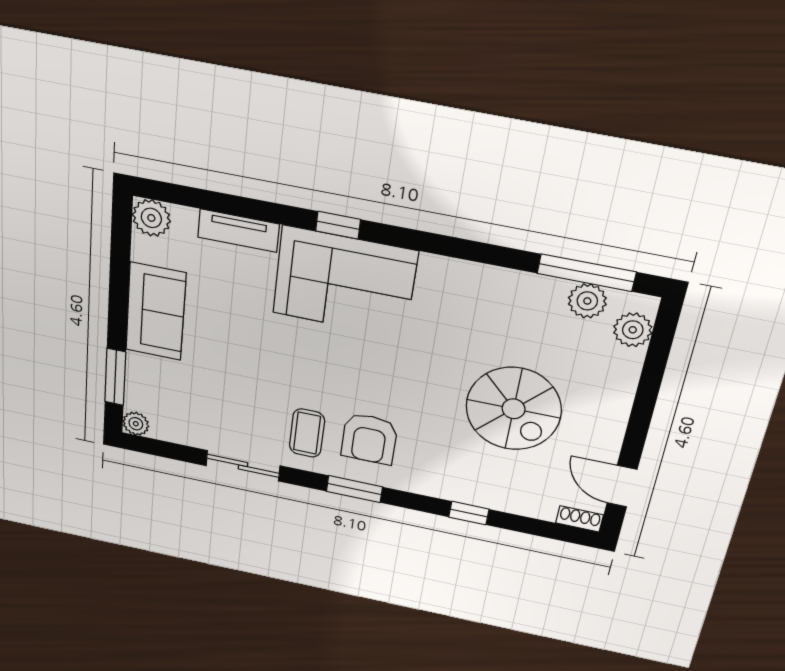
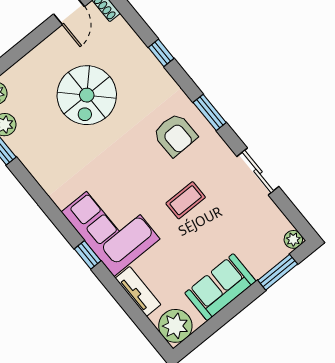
plant: (151, 218) -> (175, 326), width x1.36, depth x1.36
spiral stairs: (514, 409) -> (87, 95), turned 180
coffee table: (307, 433) -> (186, 200), moved
armchair: (369, 439) -> (175, 135), turned 89

